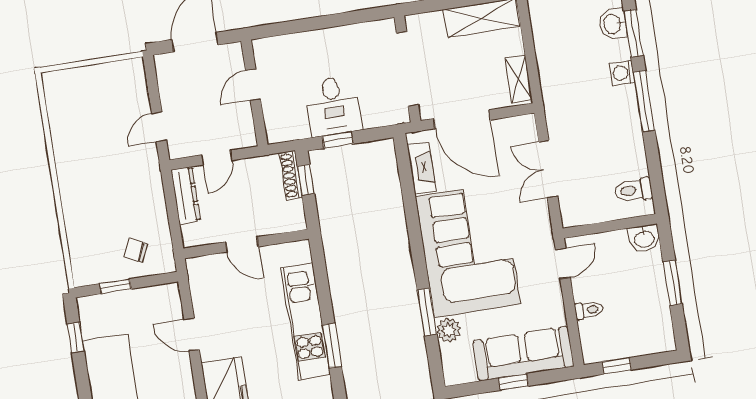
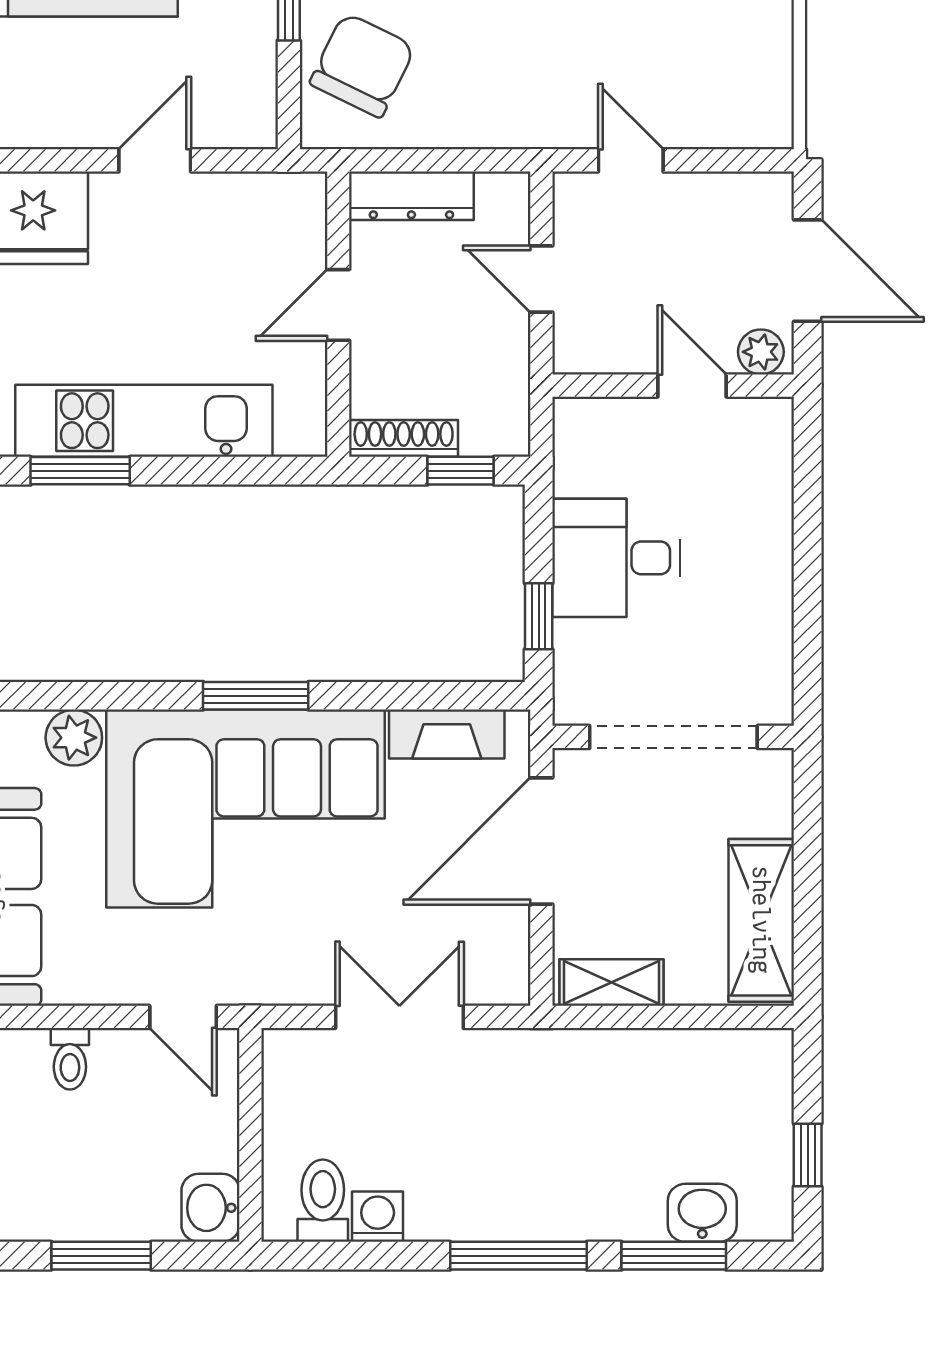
plant: (234, 57) -> (761, 352), added
washing machine: (622, 73) -> (378, 1217), moved
window: (338, 140) -> (539, 616), moved
shoe rack: (291, 175) -> (404, 438), moved
dresser: (186, 195) -> (411, 196), moved
chair: (136, 250) -> (362, 65), width x1.87, depth x1.87
window: (427, 312) -> (256, 696), moved

